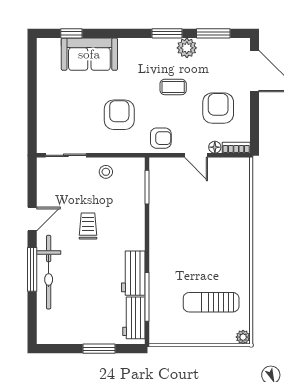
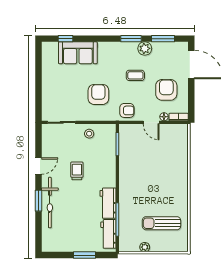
window: (32, 269) -> (39, 201), width x0.69
plant: (243, 337) -> (145, 247), moved

